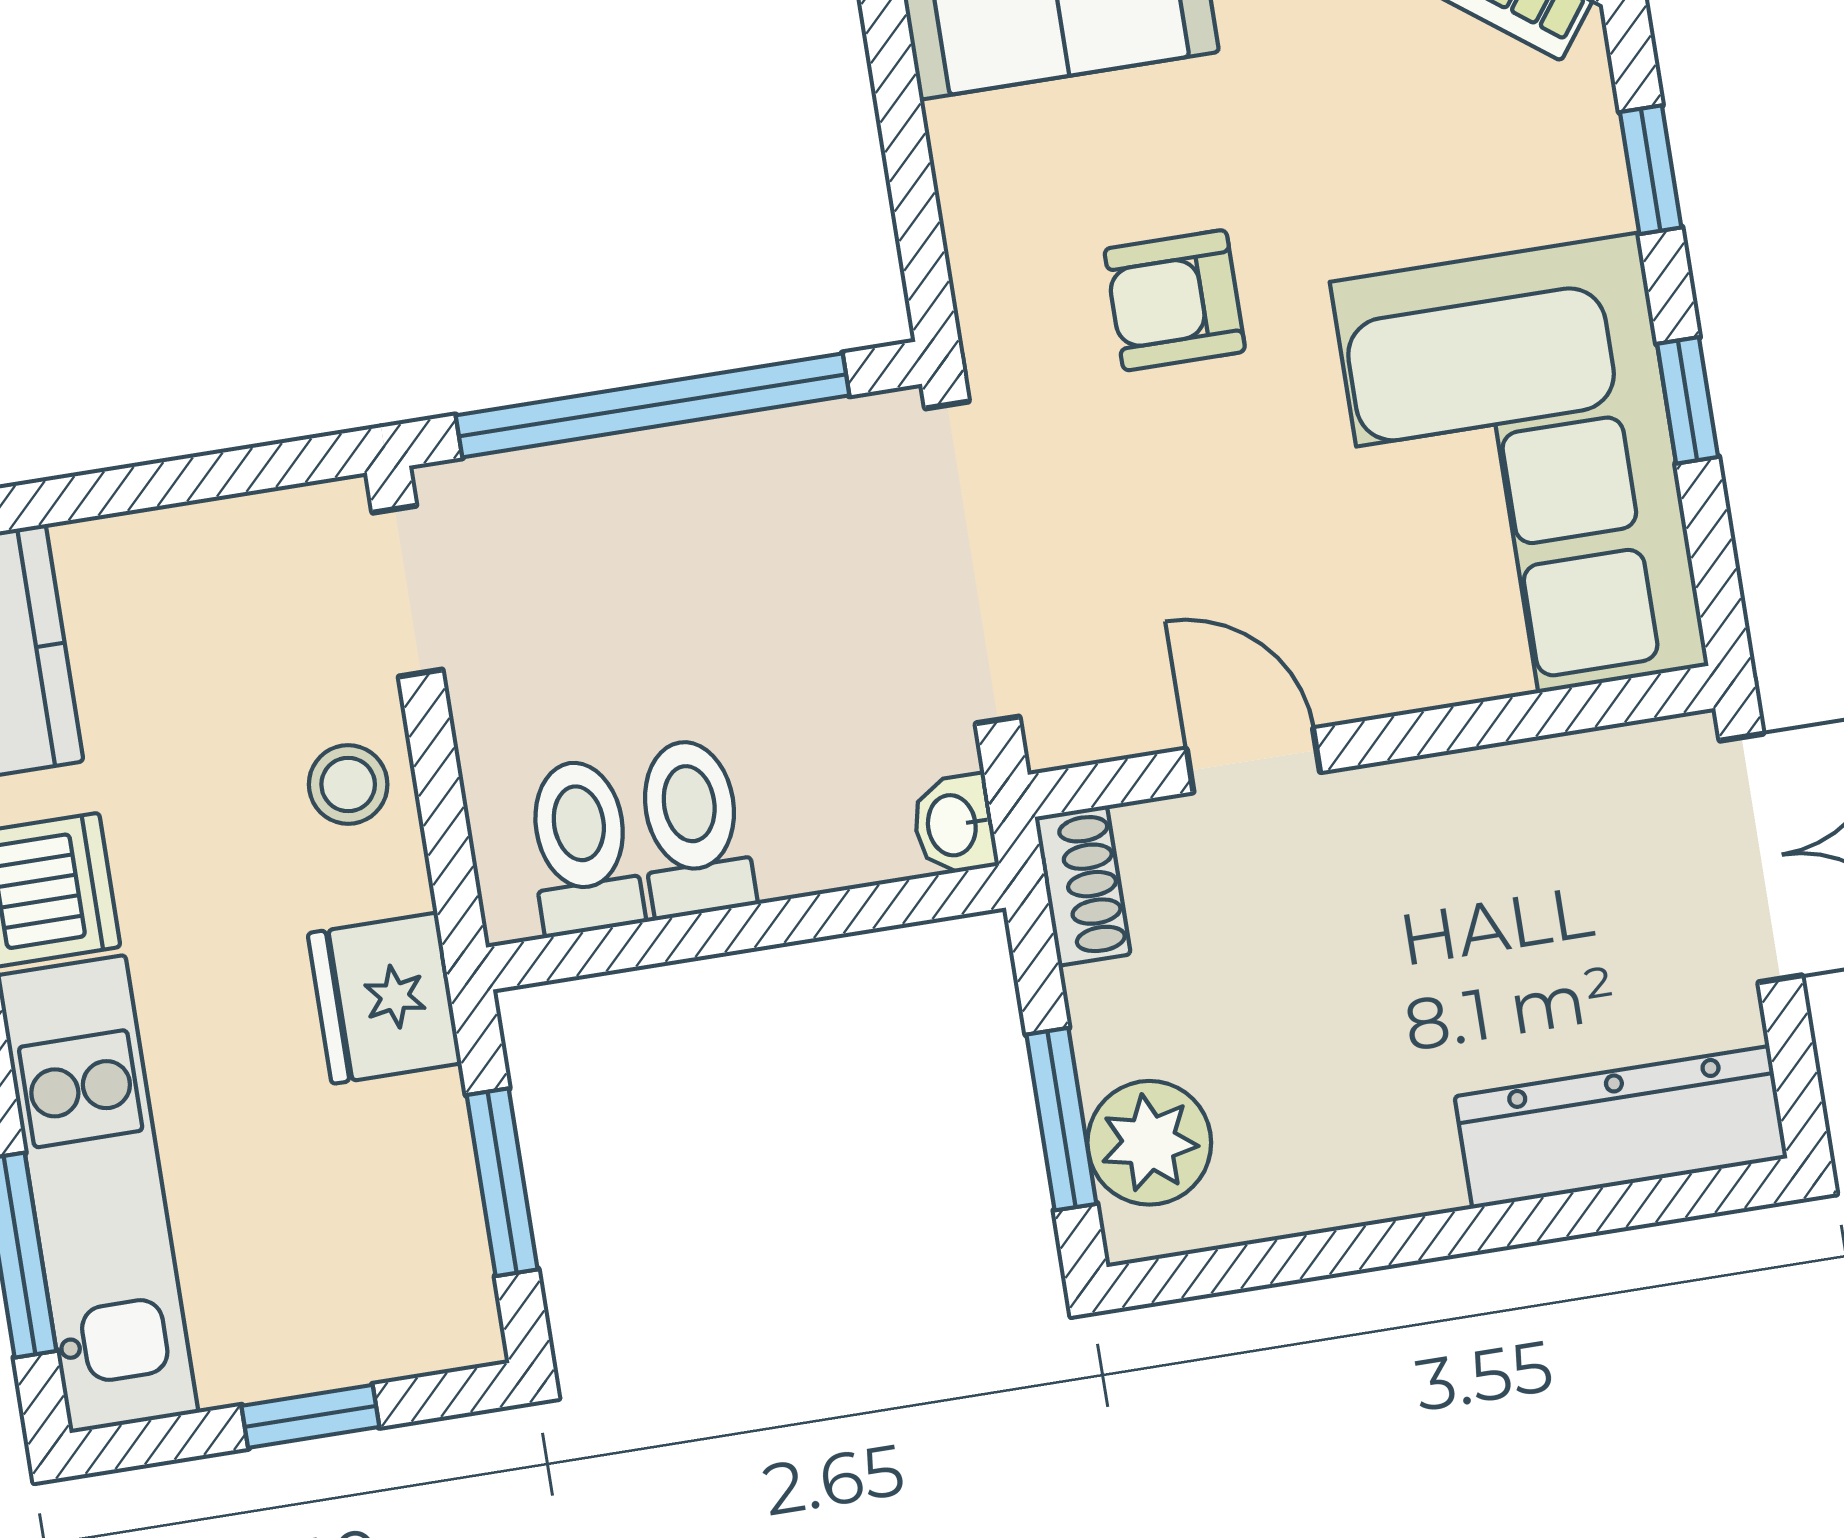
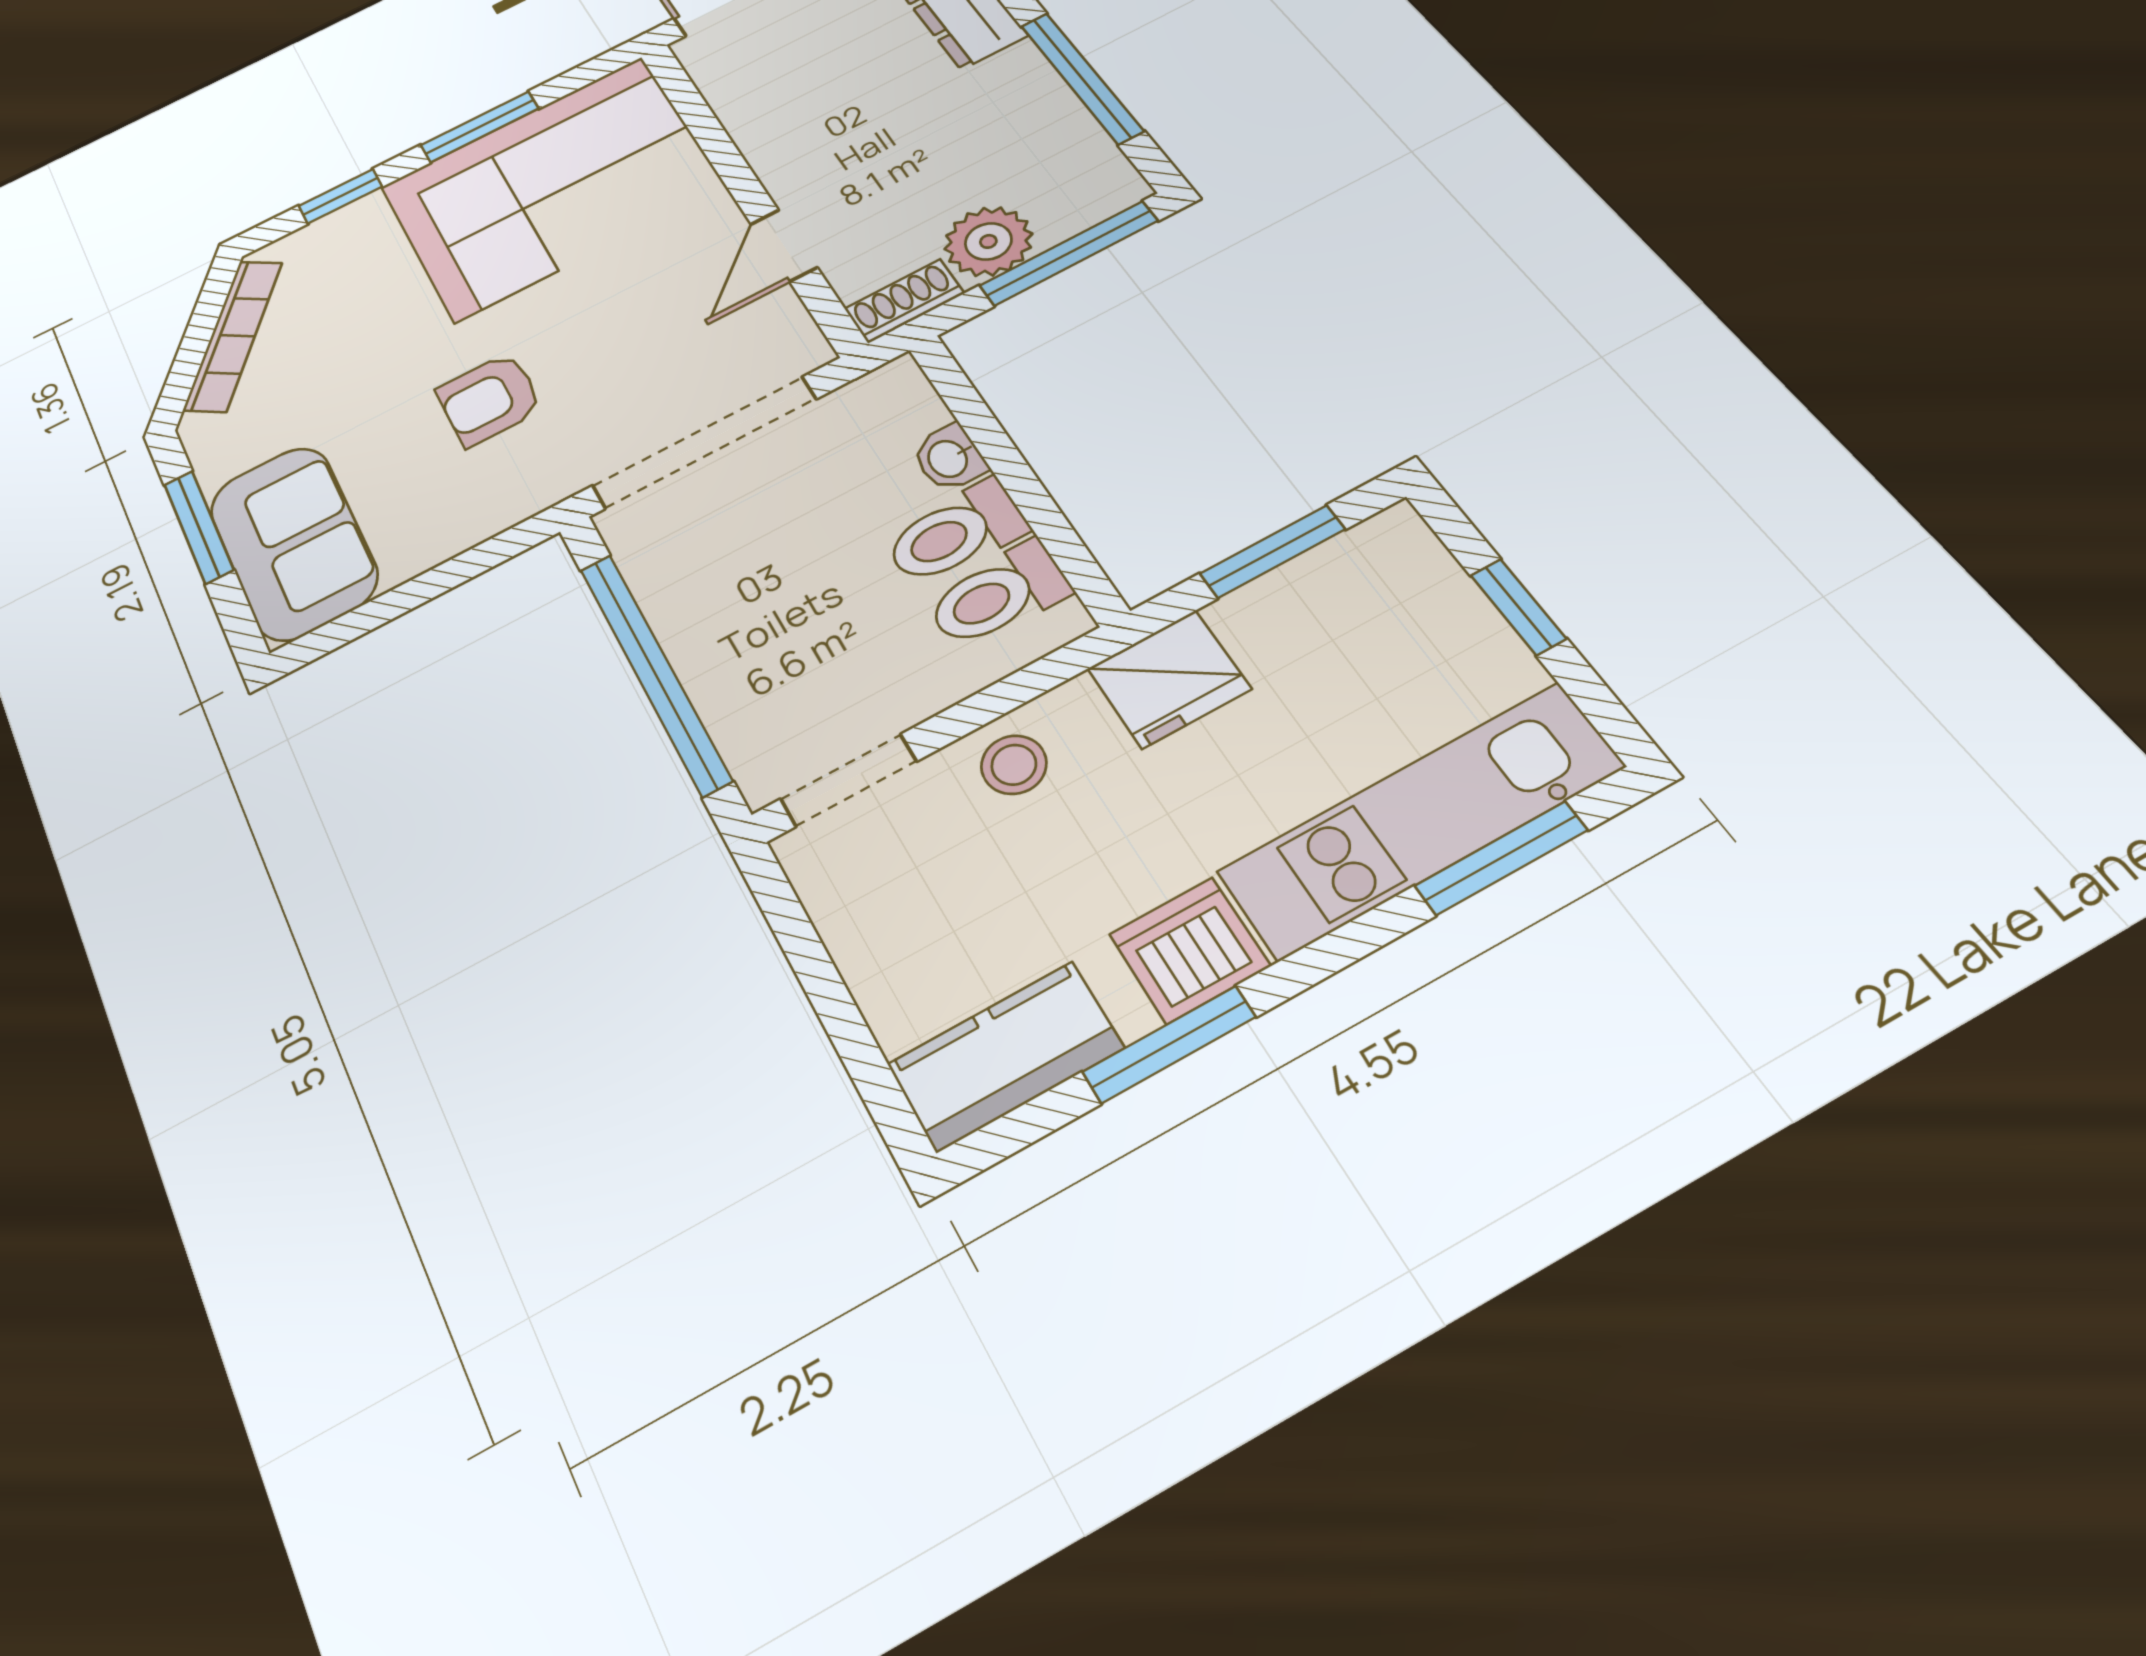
armchair: (1175, 300) -> (489, 399), turned 90
window: (1688, 400) -> (480, 127), width x1.50
washbasin: (954, 825) -> (949, 458), moved, turned 90
window: (1061, 1119) -> (1069, 253), width x1.44
plant: (1149, 1143) -> (988, 241), moved
window: (1358, 1249) -> (1082, 78), added

